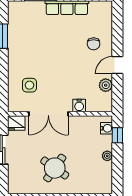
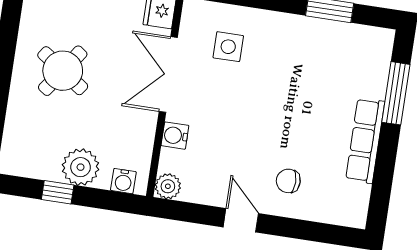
plant: (106, 85) -> (168, 186), moved
window: (117, 135) -> (58, 192), moved
plant: (107, 156) -> (81, 167), width x1.88, depth x1.88

